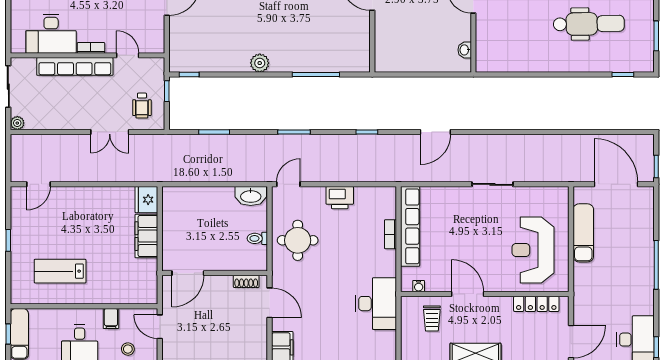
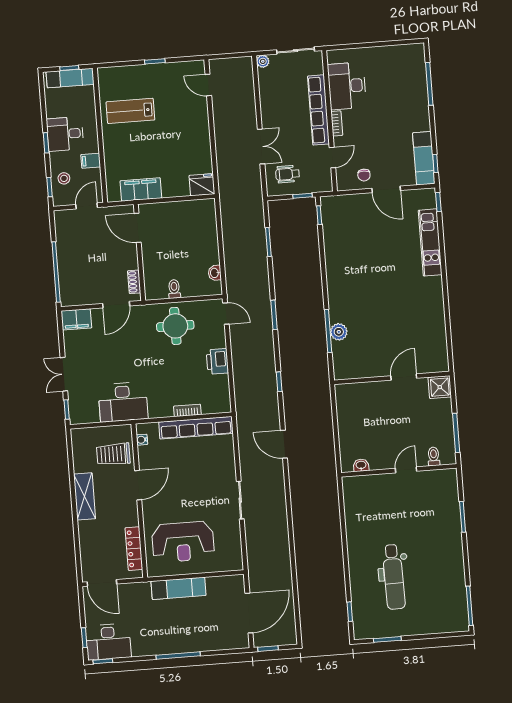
chair: (149, 23) -> (364, 175), added
plant: (260, 63) -> (339, 332), moved
double door: (110, 132) -> (261, 147), swing flipped
washbasin: (251, 196) -> (215, 273), width x0.52, depth x0.69
exam couch: (583, 233) -> (179, 588), moved
filing cabinet: (146, 236) -> (141, 189), moved
reception desk: (533, 250) -> (183, 542), turned 180
lab bench: (60, 271) -> (130, 111), turned -90
trolley: (432, 318) -> (113, 454), width x1.36, depth x1.39

